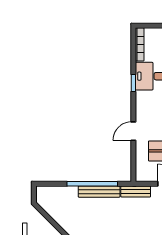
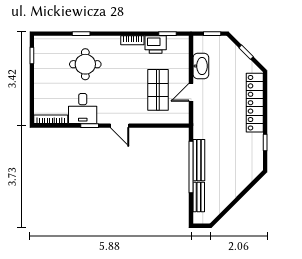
door: (133, 131) -> (120, 126), moved
bench: (136, 191) -> (199, 197), moved

